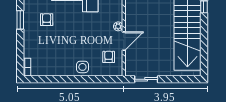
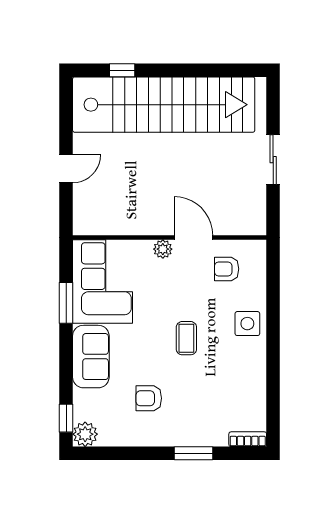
window: (20, 20) -> (193, 453), moved
coffee table: (75, 38) -> (186, 338), added
sliding door: (146, 79) -> (273, 160), moved

